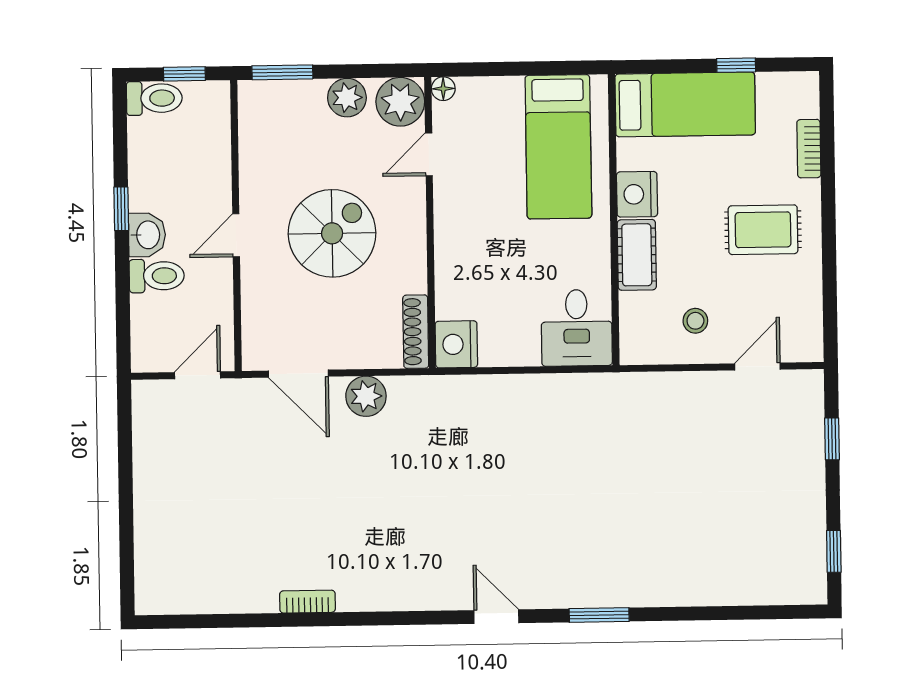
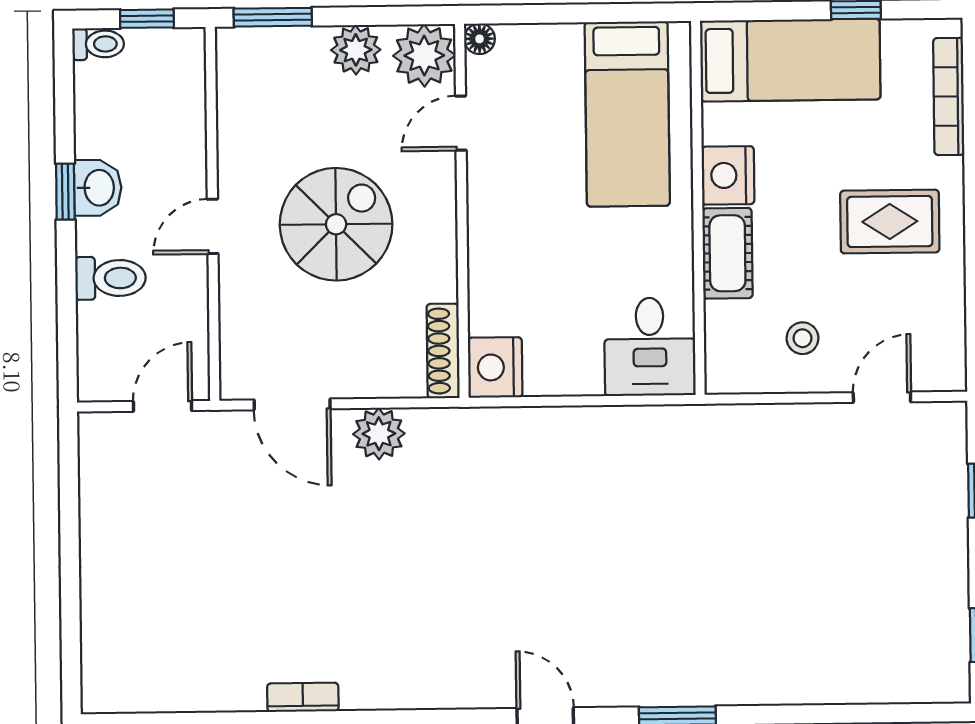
toilet: (154, 98) -> (98, 44), width x0.73, depth x0.72
bookcase: (809, 149) -> (949, 96), width x1.56
washbasin: (147, 235) -> (98, 188), moved

